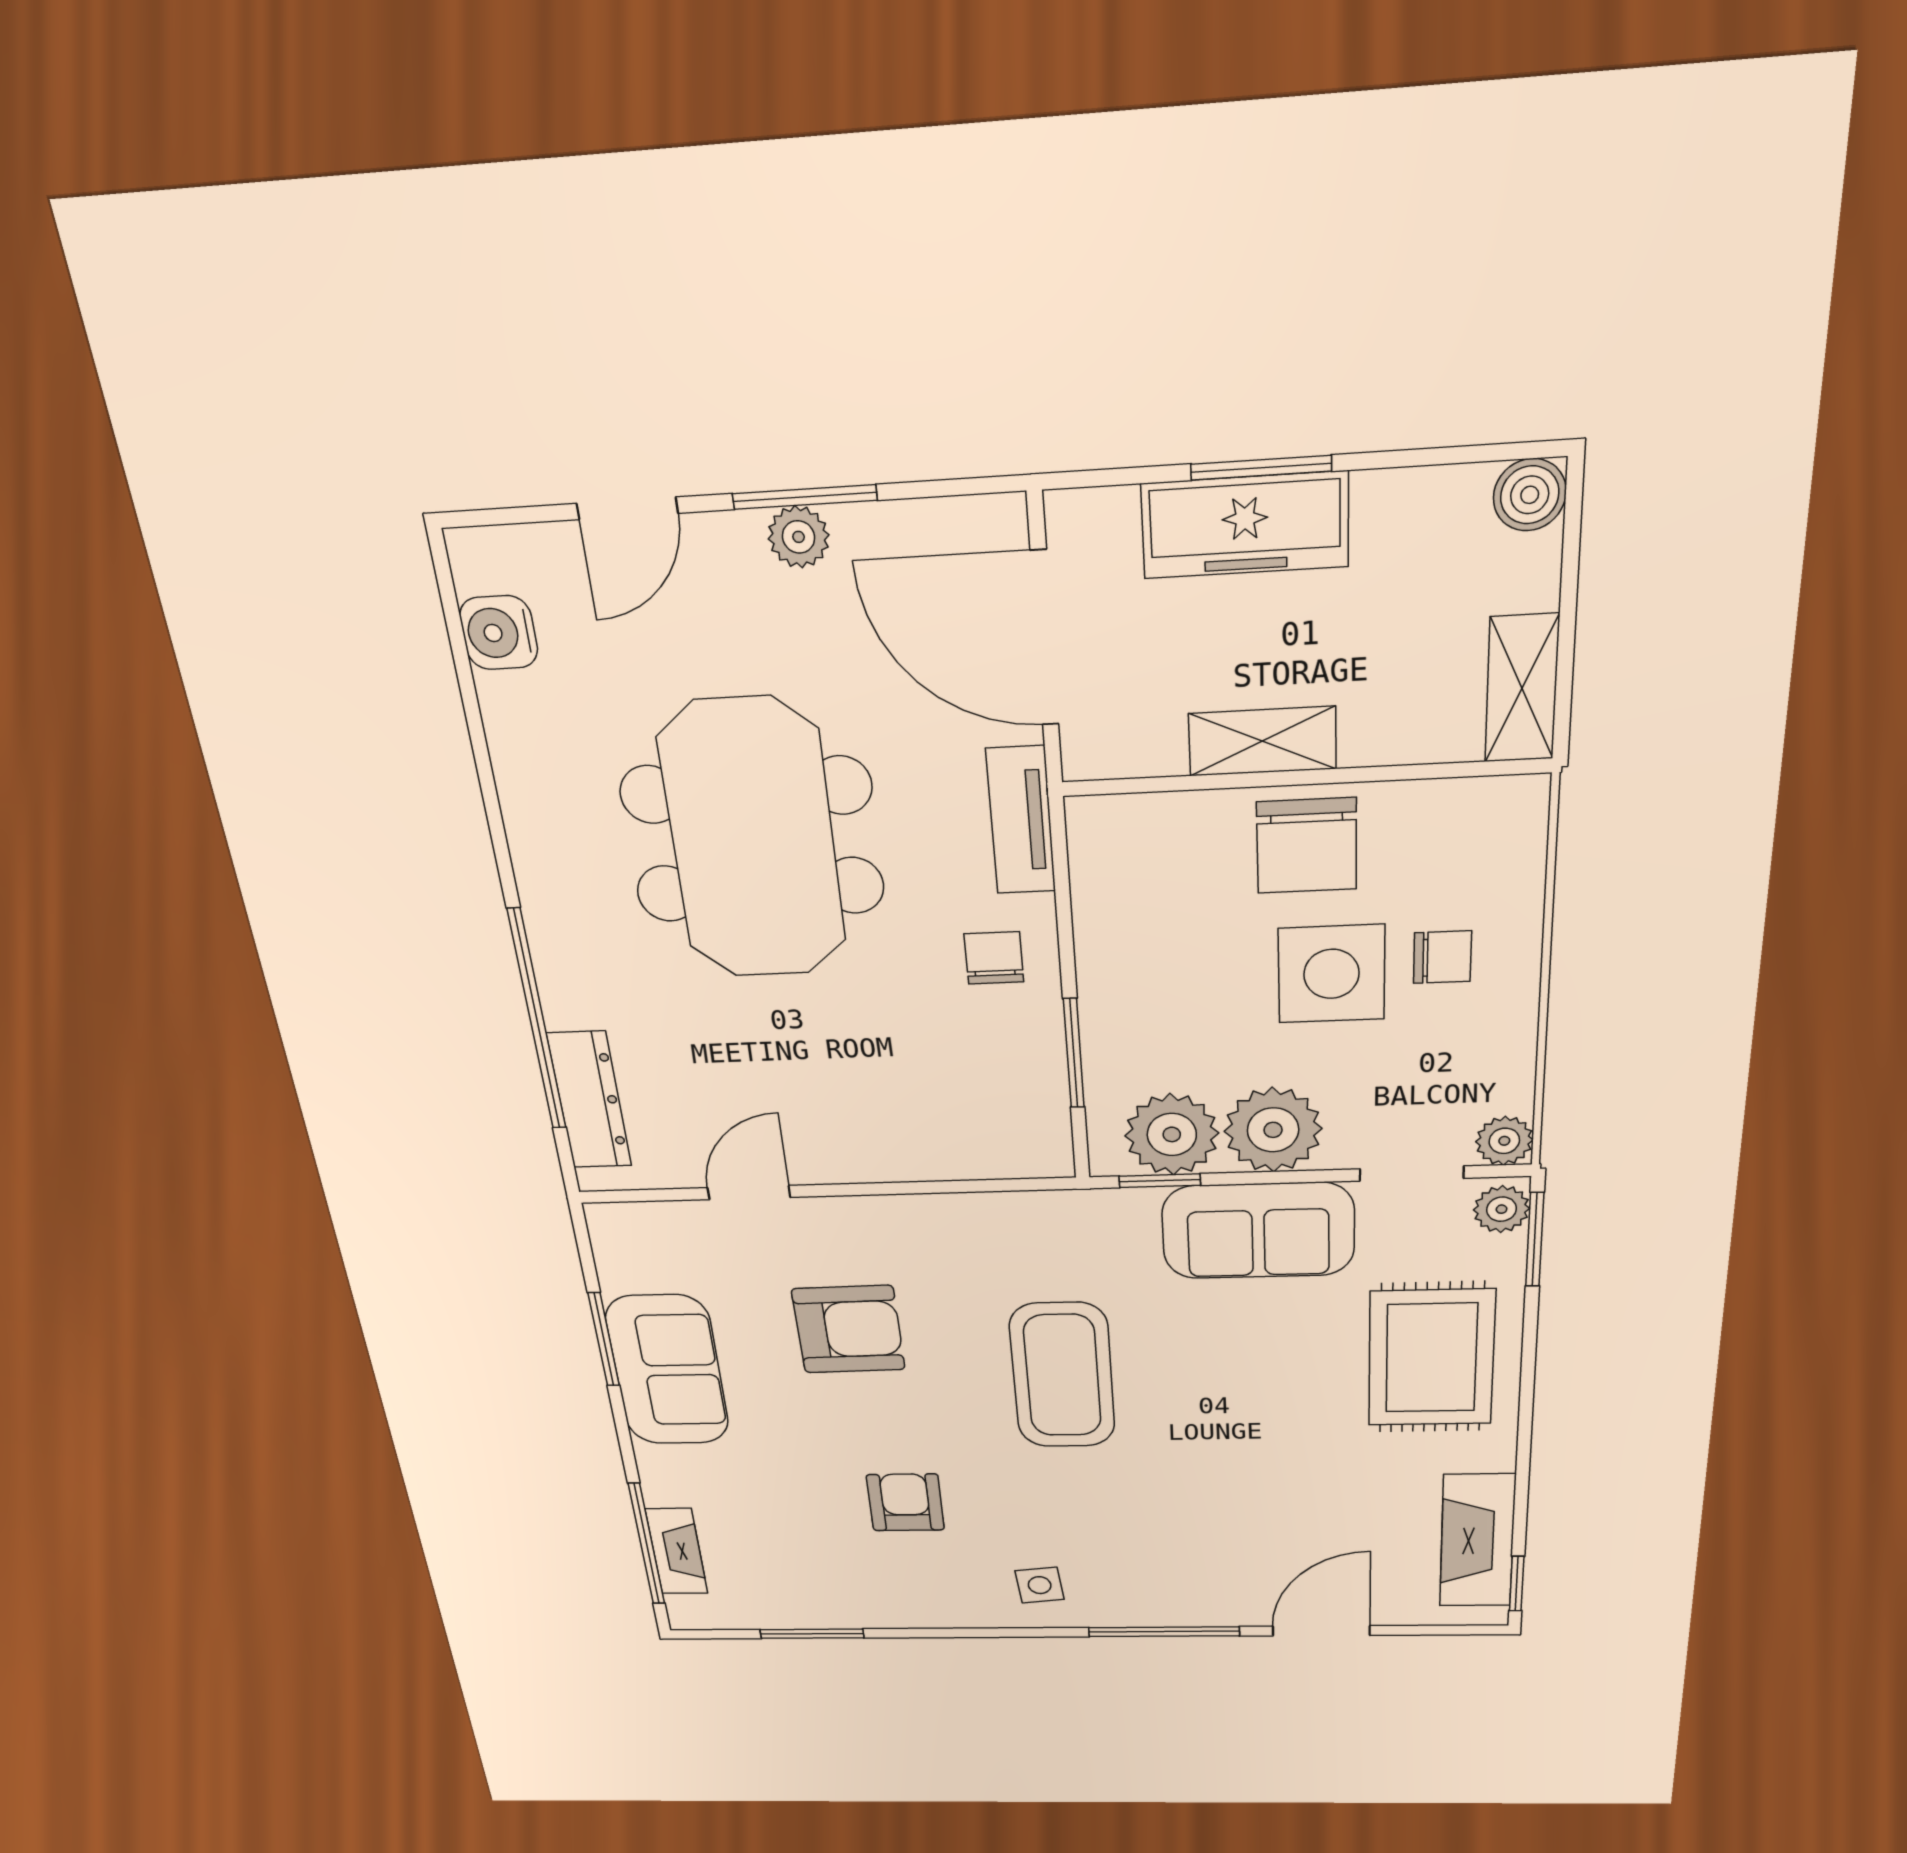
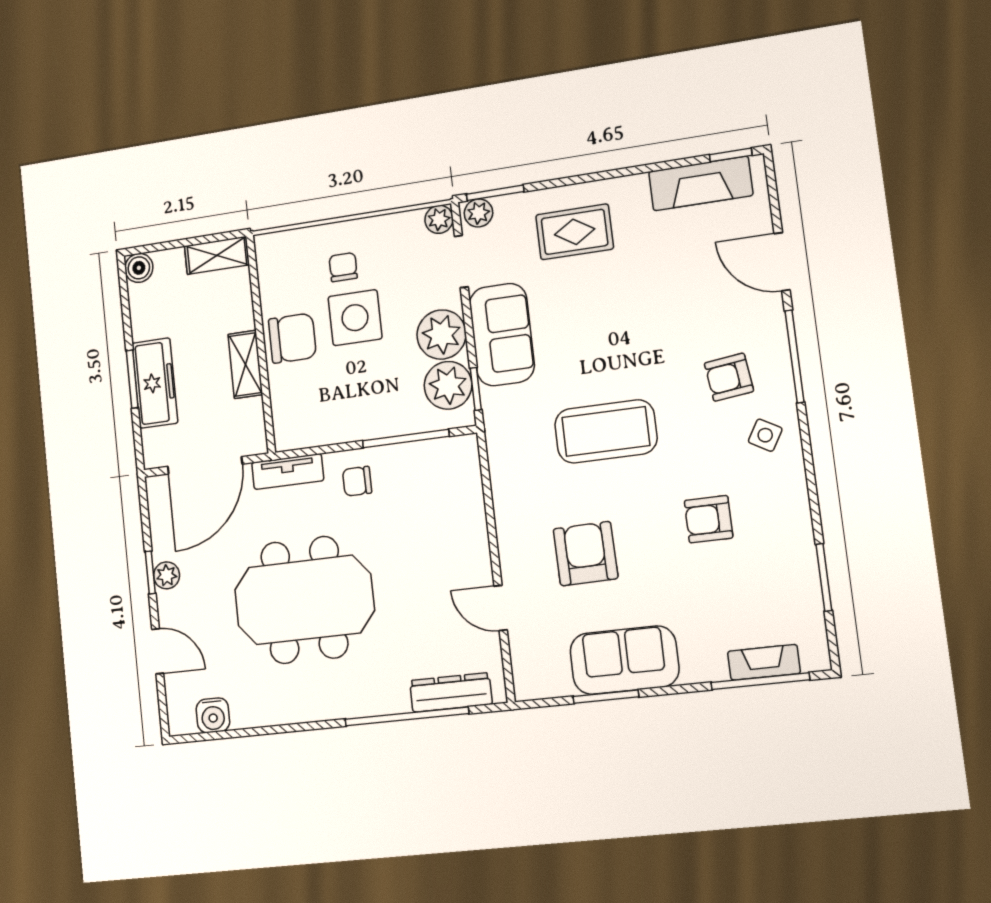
window: (805, 497) -> (150, 572), width x0.67
window: (1074, 1053) -> (406, 439), width x1.44
rug: (1431, 1358) -> (575, 232), width x0.73, depth x0.70
armchair: (1139, 1549) -> (729, 377), added
side table: (1040, 1585) -> (765, 435), turned 36

